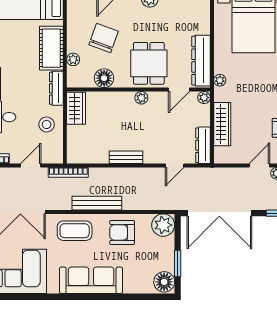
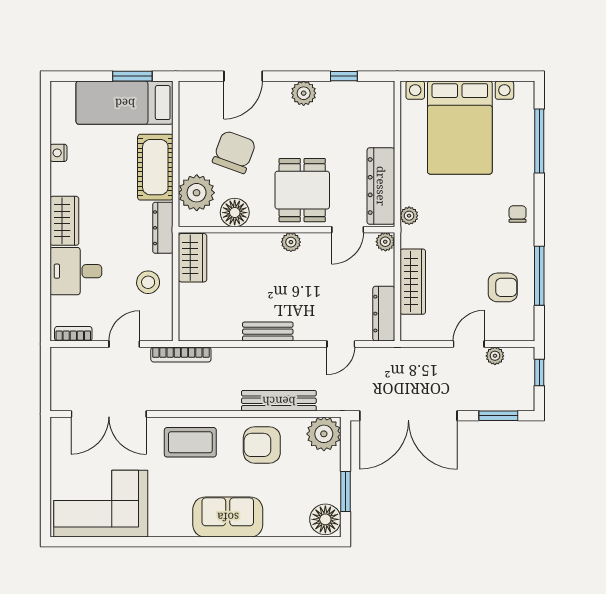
plant: (73, 59) -> (197, 193), width x1.88, depth x1.88
bench: (97, 203) -> (279, 401), moved
sofa: (91, 280) -> (228, 517), width x0.73

